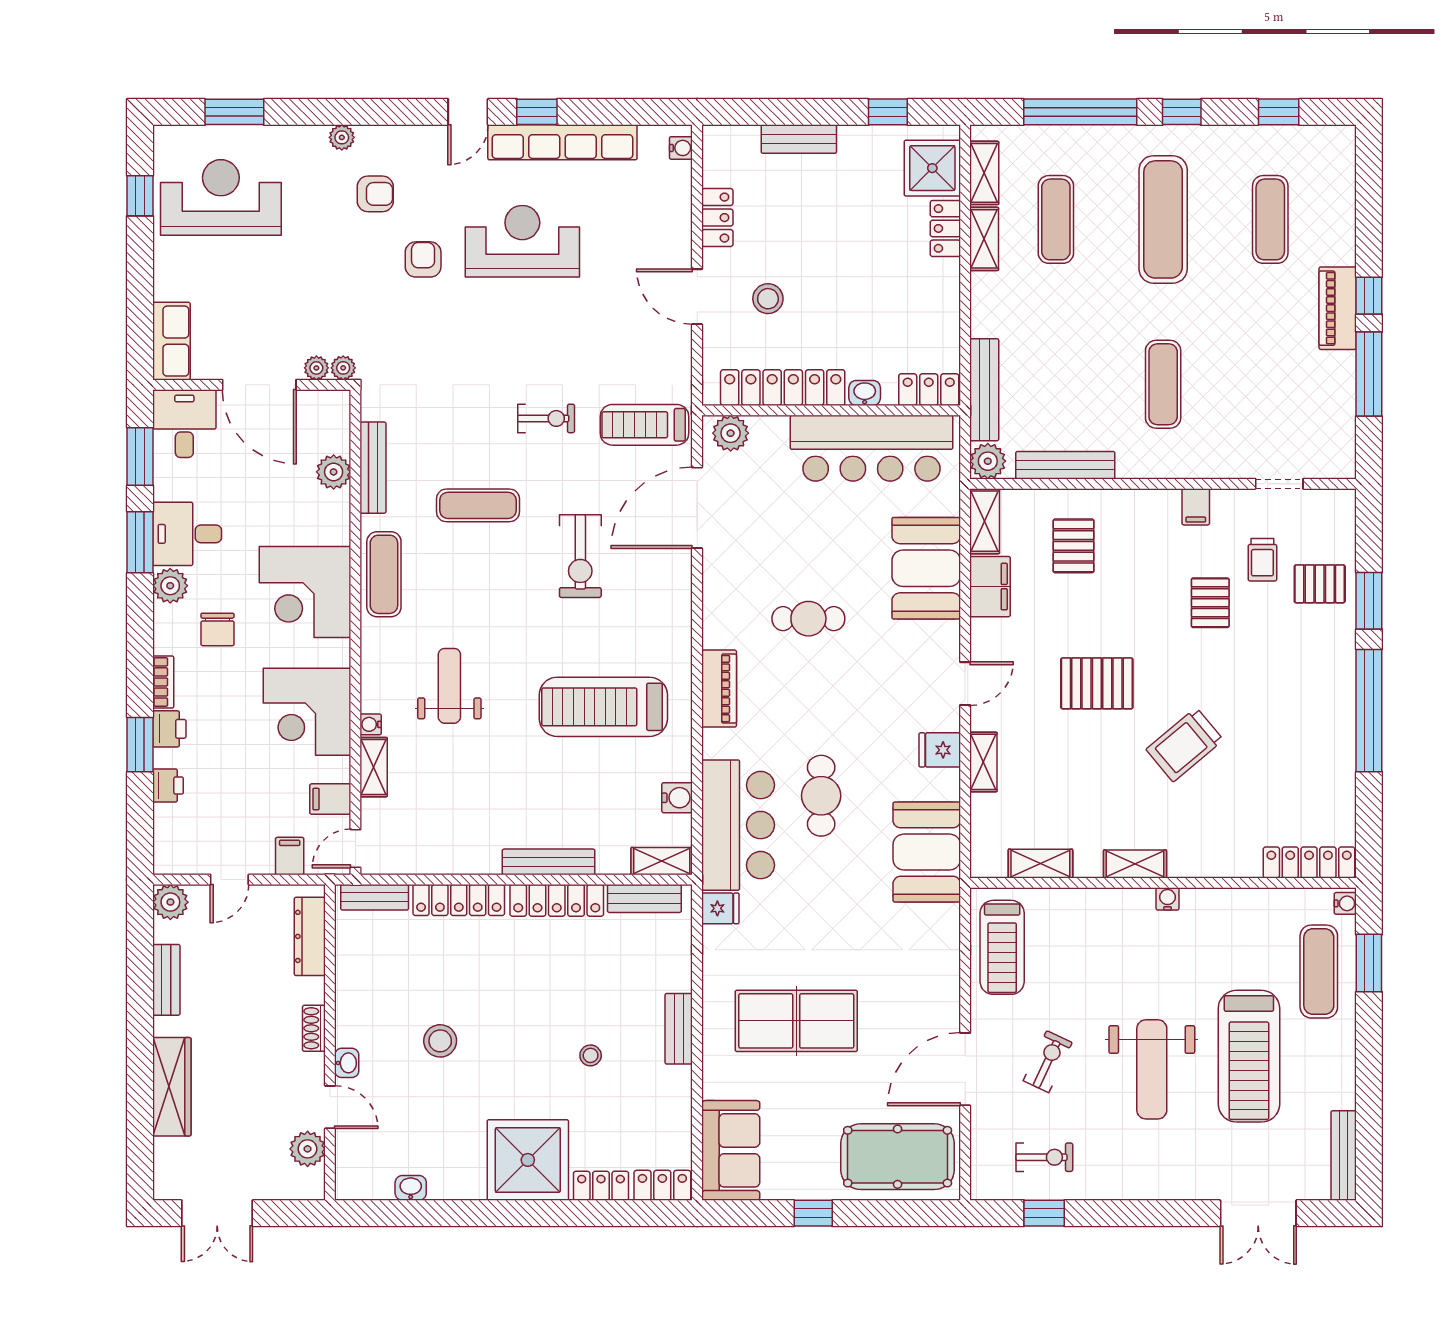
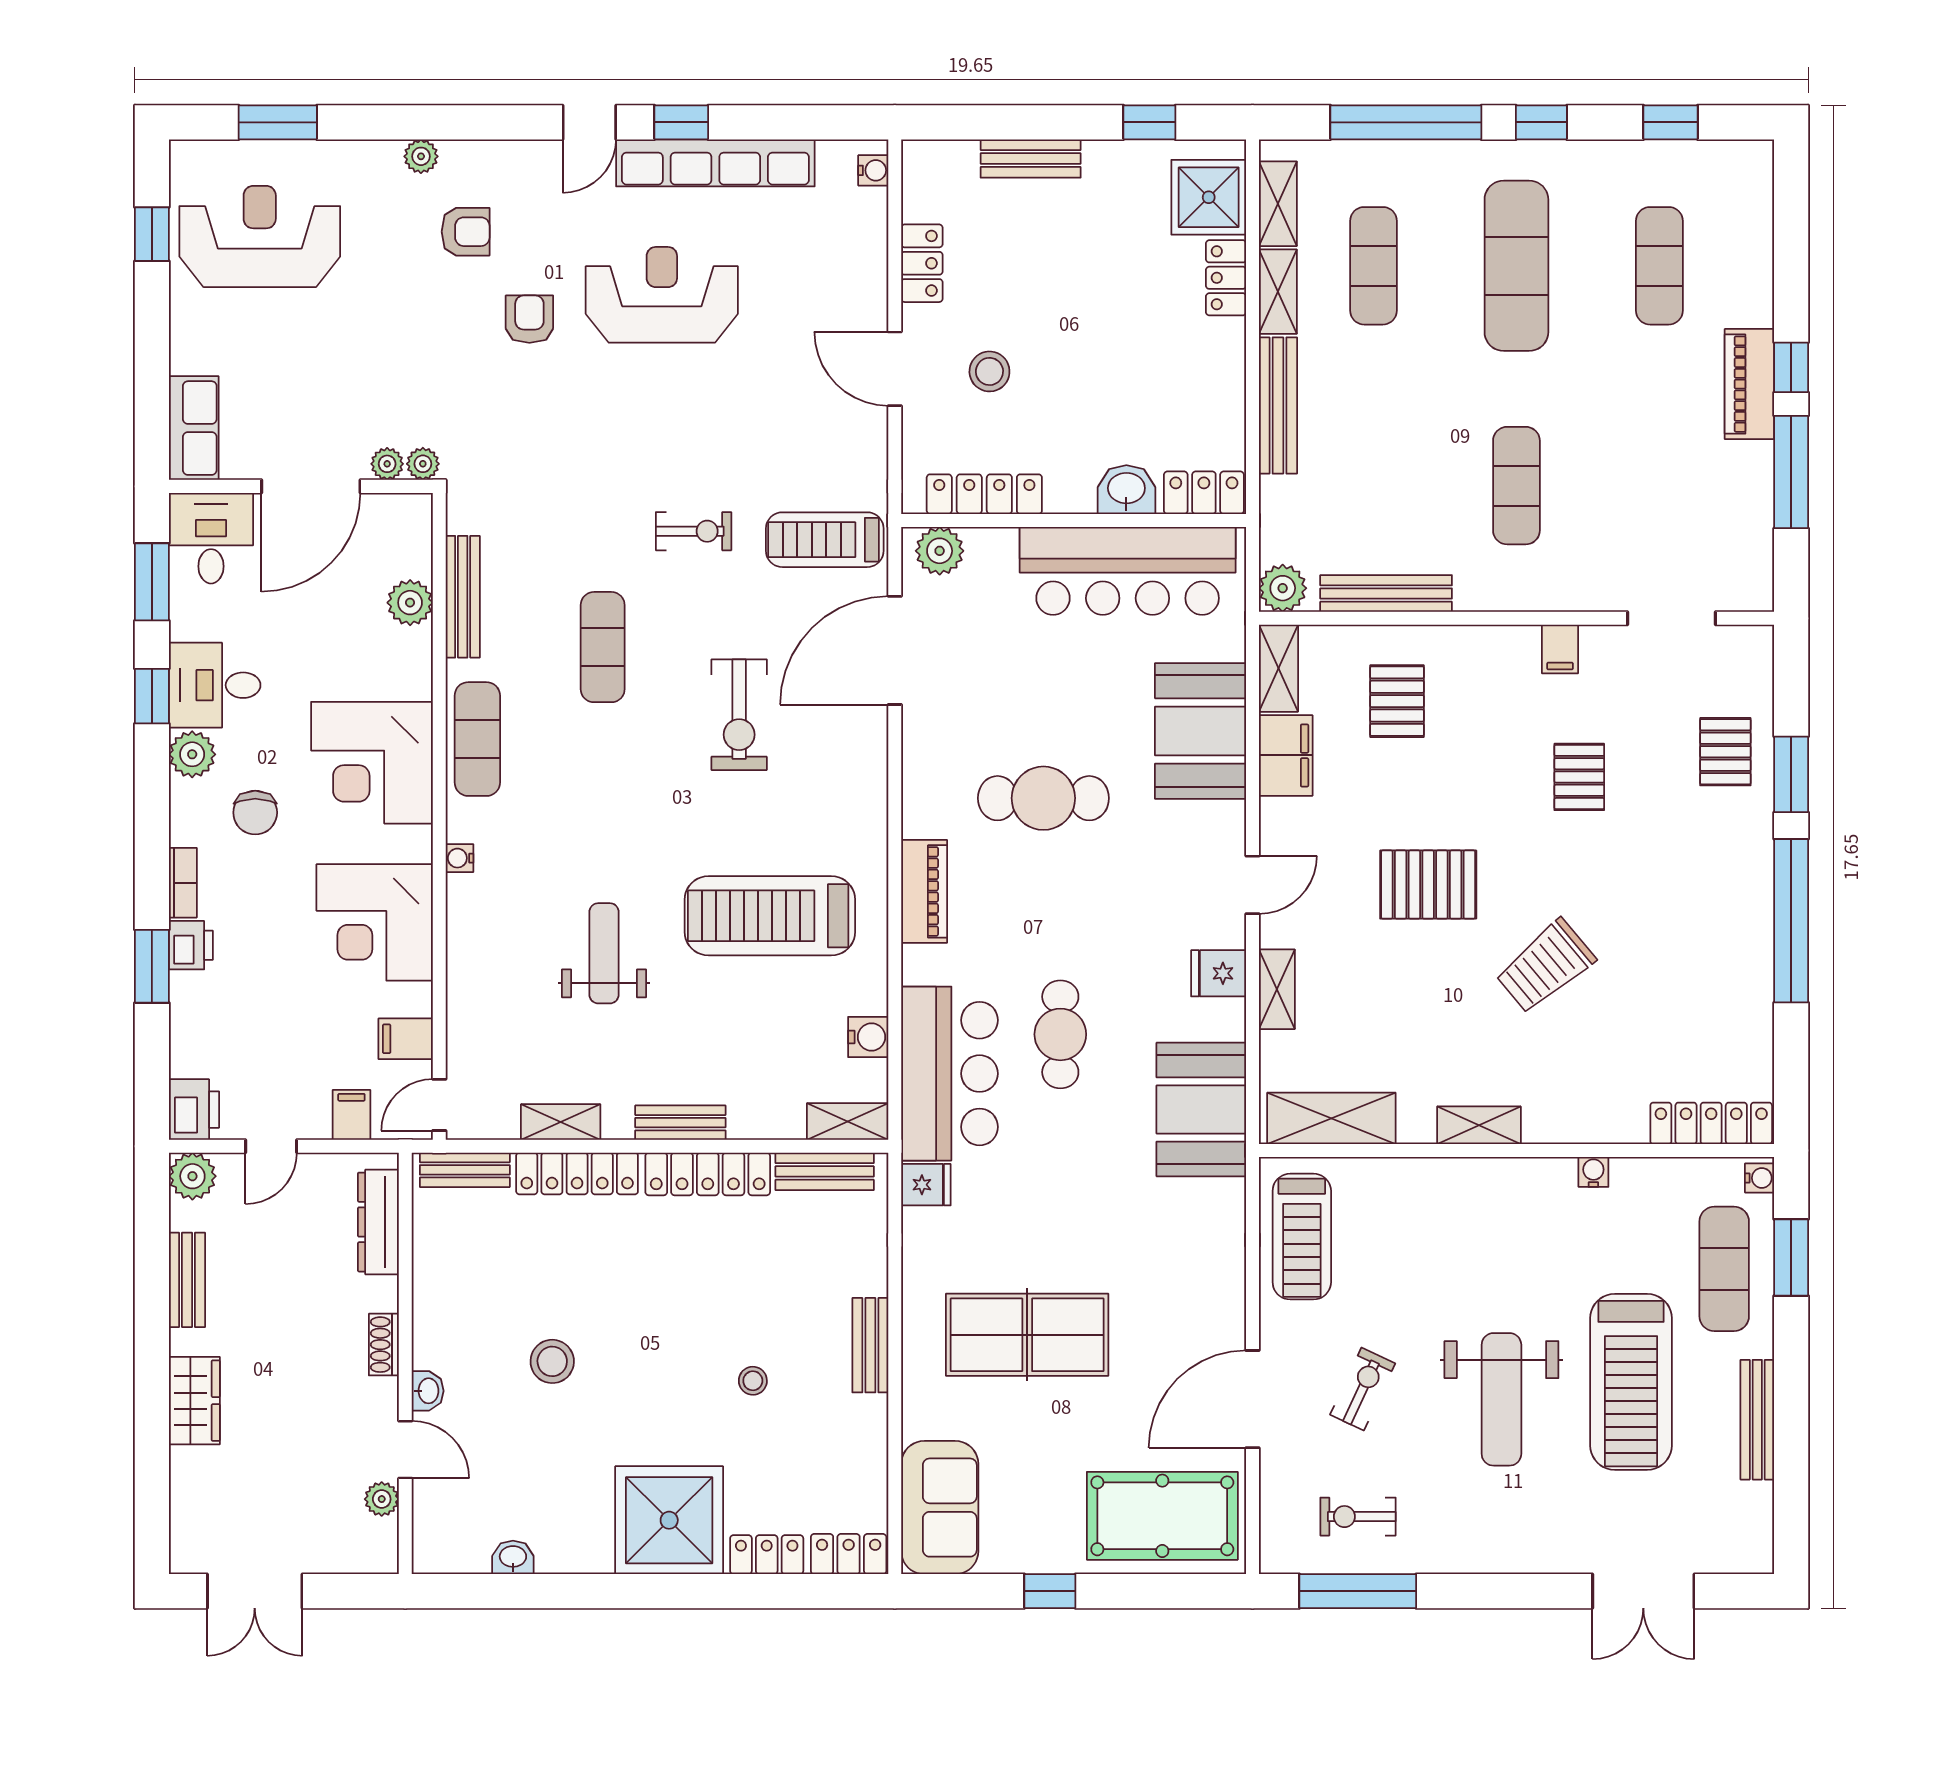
door: (259, 385) -> (311, 486), hinge flipped
locker: (783, 388) -> (984, 494), width x0.71, depth x0.83
bench: (984, 390) -> (1278, 406), moved
washbasin: (865, 393) -> (1126, 490), width x1.38, depth x1.45
doorway: (1279, 484) -> (1671, 618), width x1.38
exercise mat: (478, 505) -> (603, 647), turned 90
window: (140, 542) -> (152, 696), width x0.67
trolley: (1262, 560) -> (1649, 720), removed
pallet: (1320, 584) -> (1725, 752), turned 90
cafe table: (808, 619) -> (1043, 798), width x1.37, depth x1.35
weight bench: (449, 686) -> (604, 953), moved
water cooler: (371, 724) -> (460, 858), moved
shelving: (374, 767) -> (561, 1122), moved, turned 90
printer: (168, 786) -> (194, 1110), moved, width x1.36, depth x1.24
bench: (549, 862) -> (680, 1123), width x0.73
shelving: (1040, 864) -> (1331, 1118), width x1.50, depth x1.33
water cooler: (1168, 899) -> (1593, 1172), moved
wardrobe: (172, 1087) -> (194, 1401), width x0.67
plant: (308, 1149) -> (382, 1499), width x0.73, depth x0.73
bench: (1344, 1156) -> (1757, 1420), moved
exercise bike: (1044, 1157) -> (1358, 1517), turned 180
window: (1044, 1213) -> (1358, 1591), width x2.17

